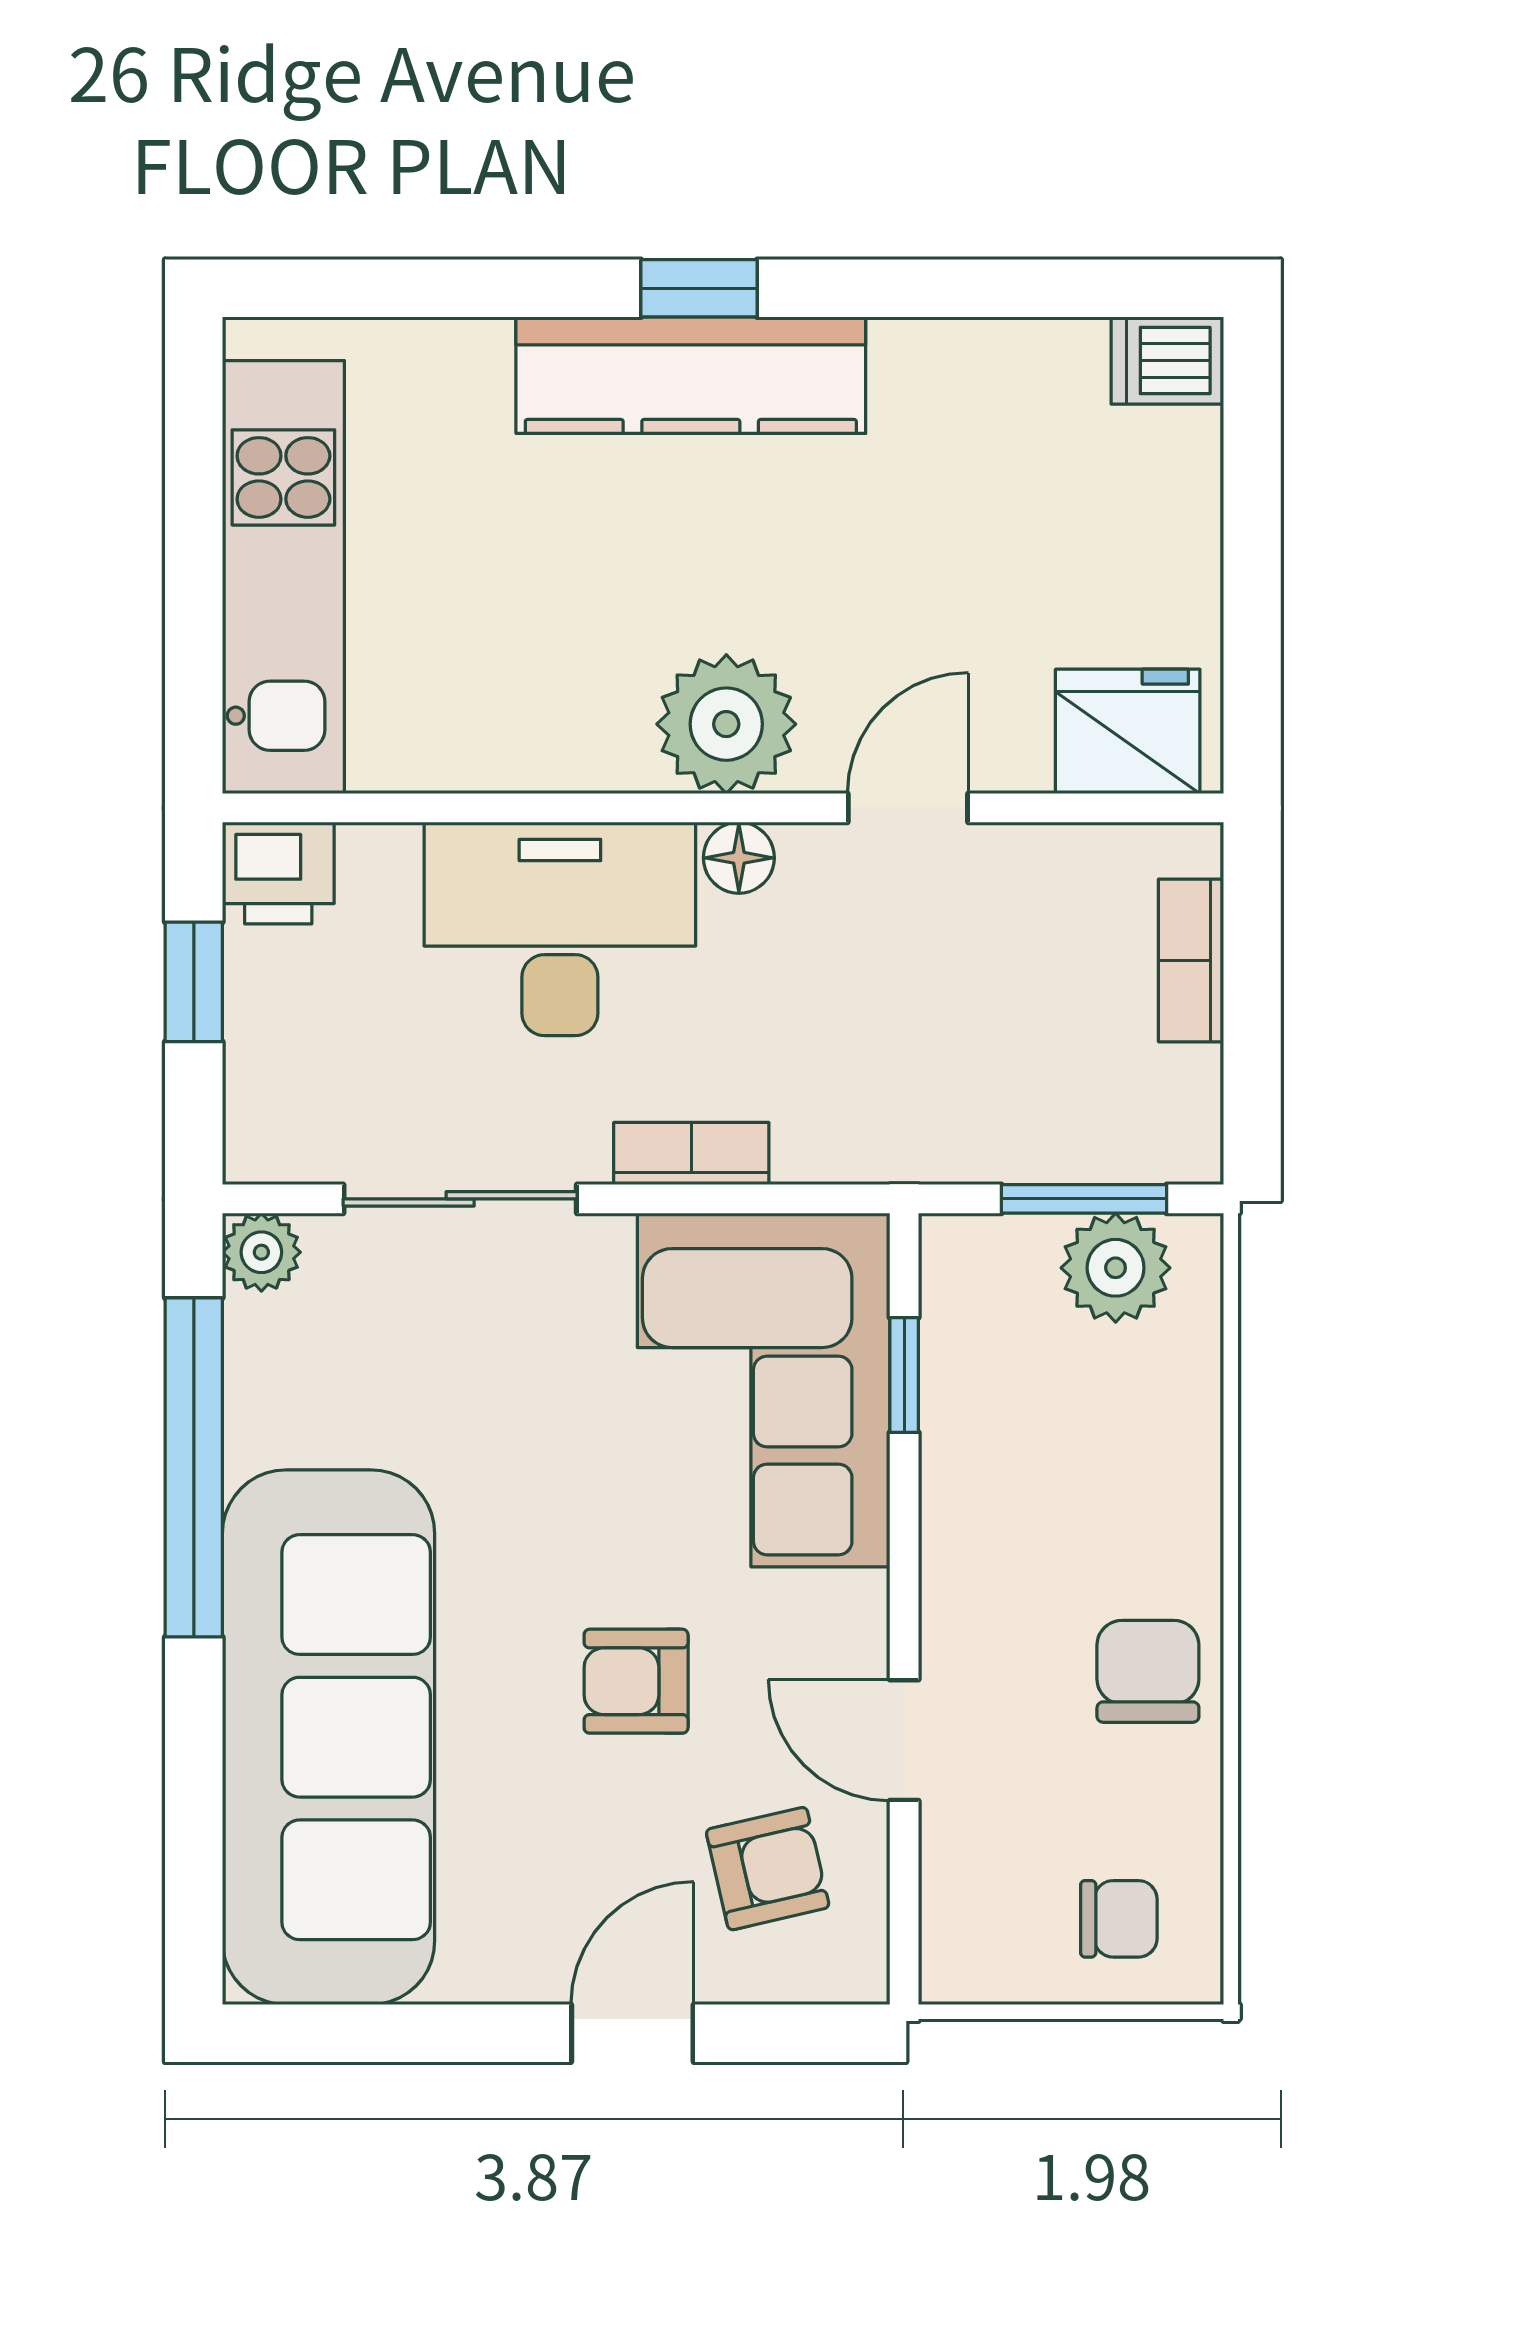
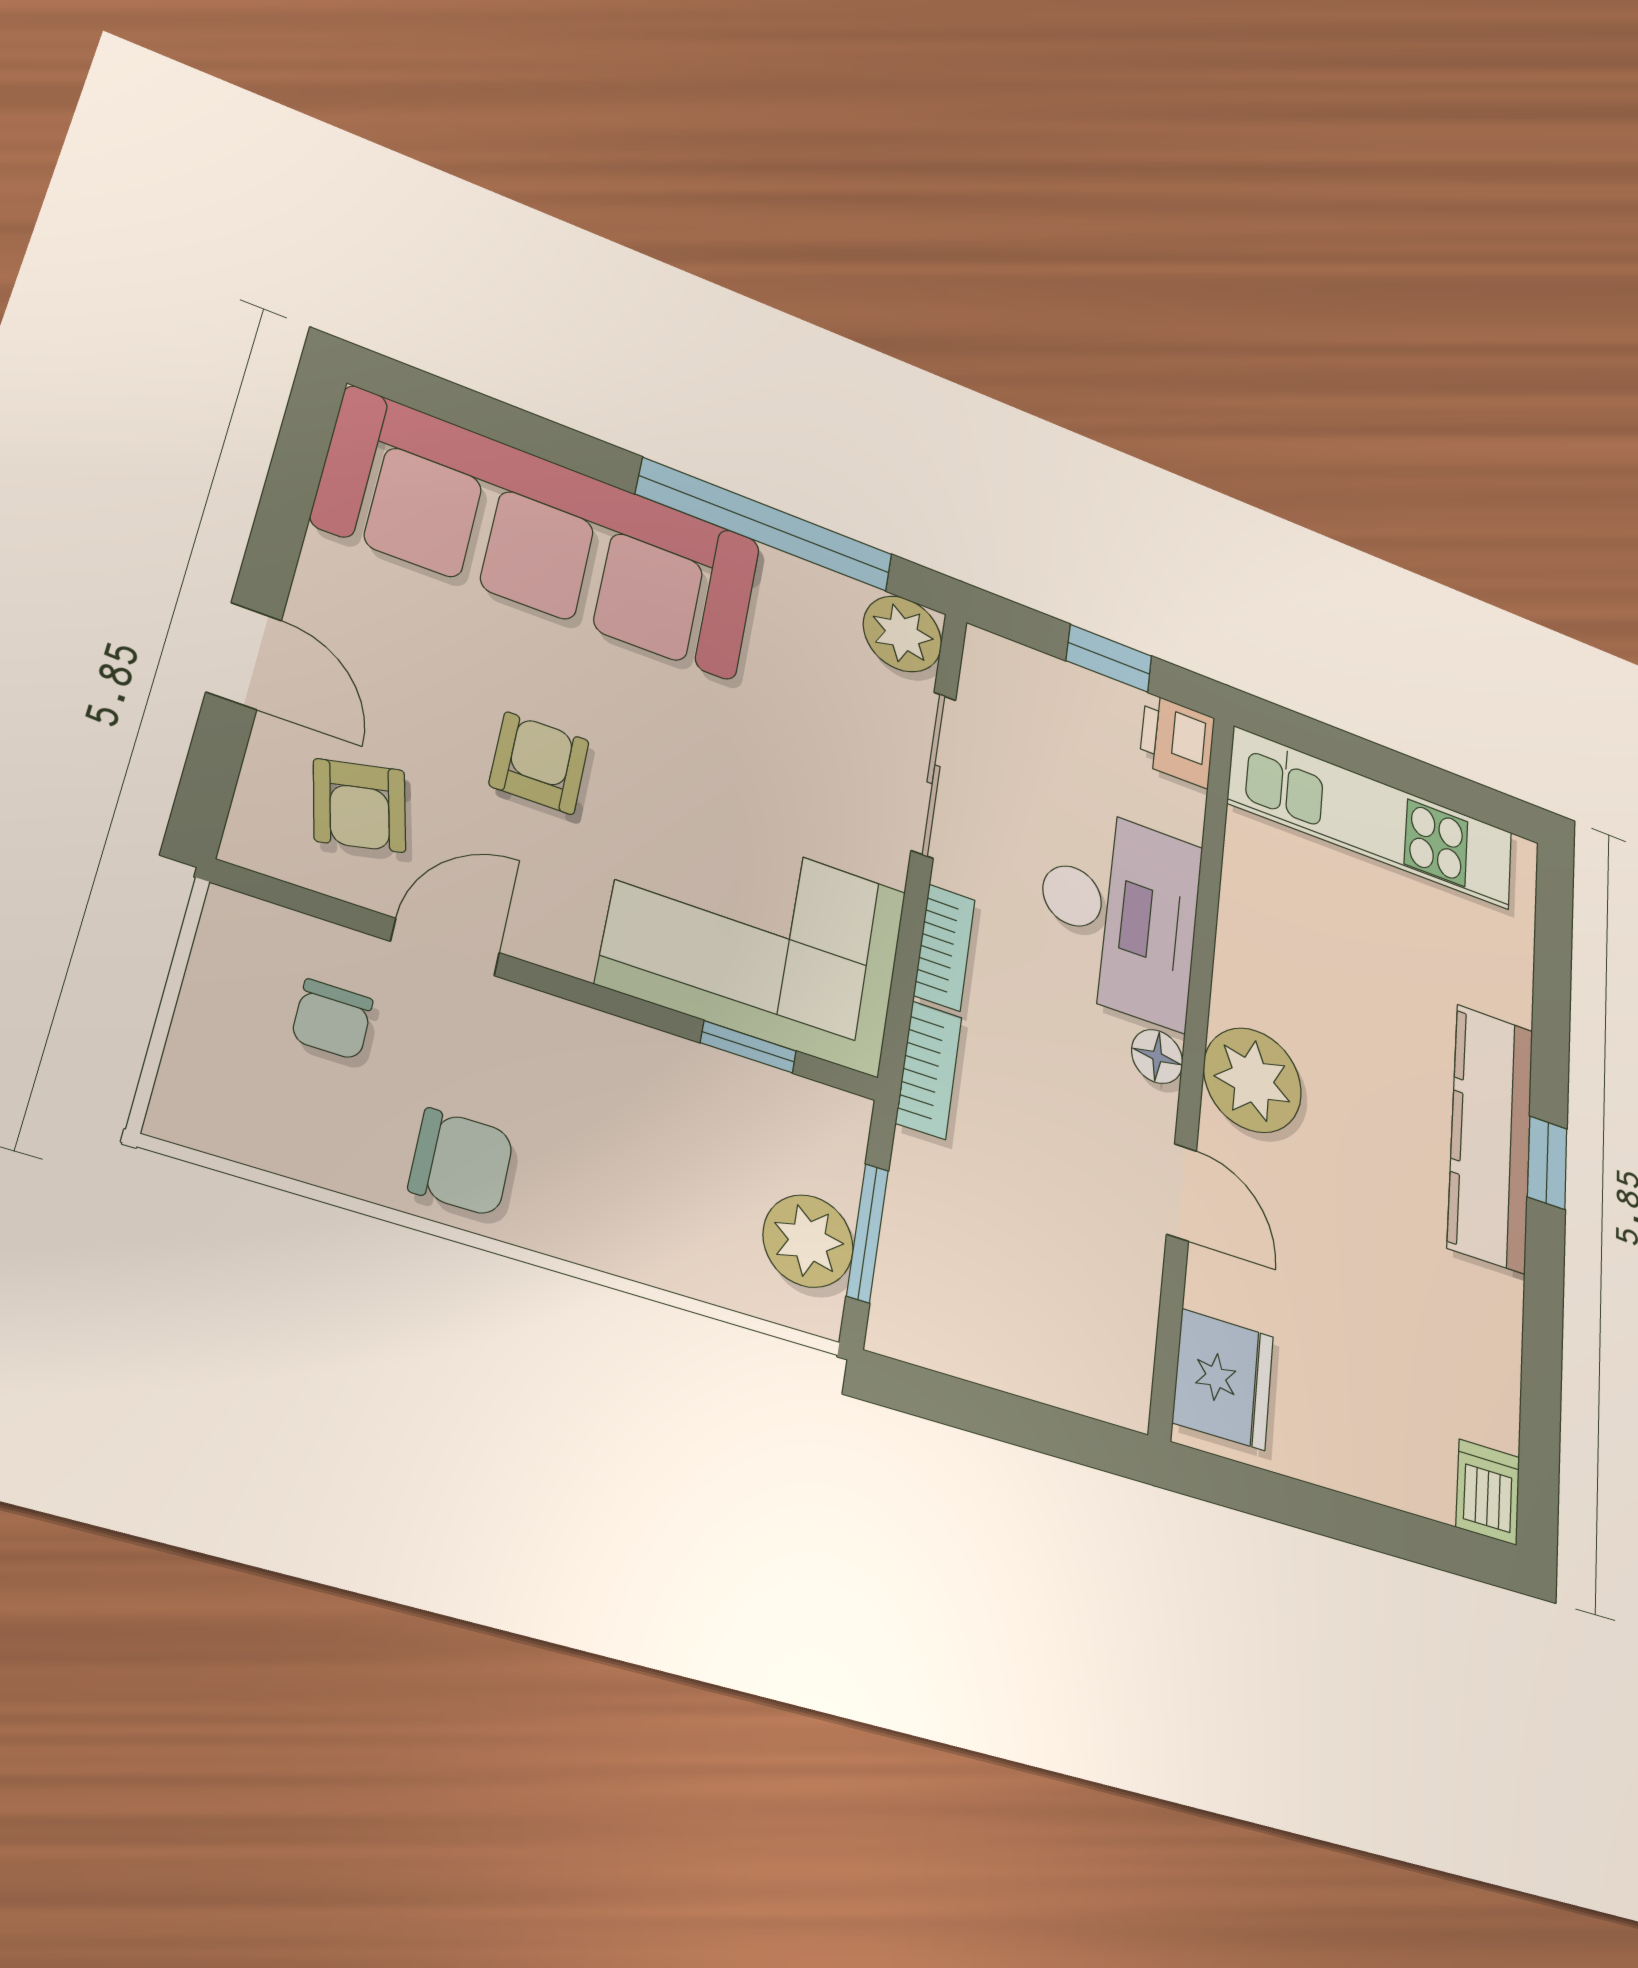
bookcase: (1191, 960) -> (929, 1070), moved, turned 90
plant: (261, 1252) -> (902, 634), width x1.38, depth x1.38
chair: (1119, 1919) -> (332, 1019), moved

